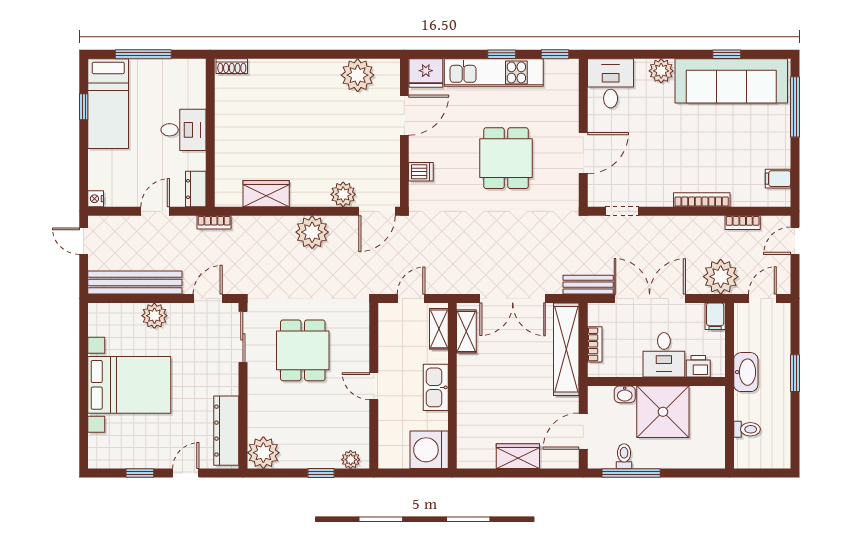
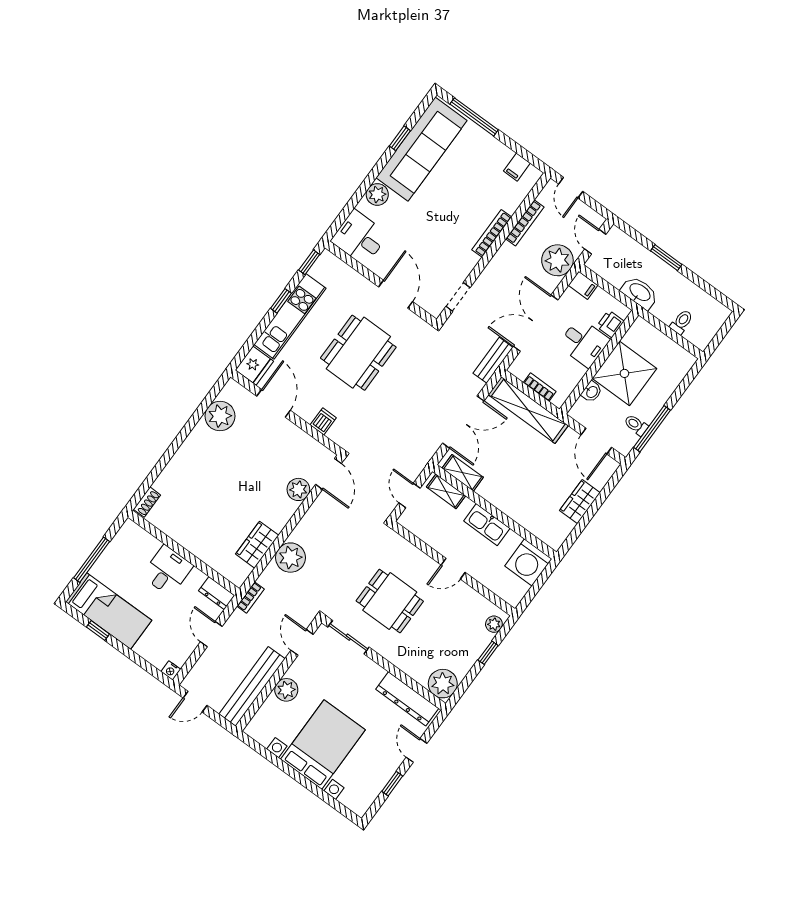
dining table: (506, 158) -> (358, 353), width x1.38
bookcase: (743, 223) -> (525, 223), width x1.56
plant: (312, 232) -> (290, 558), moved

